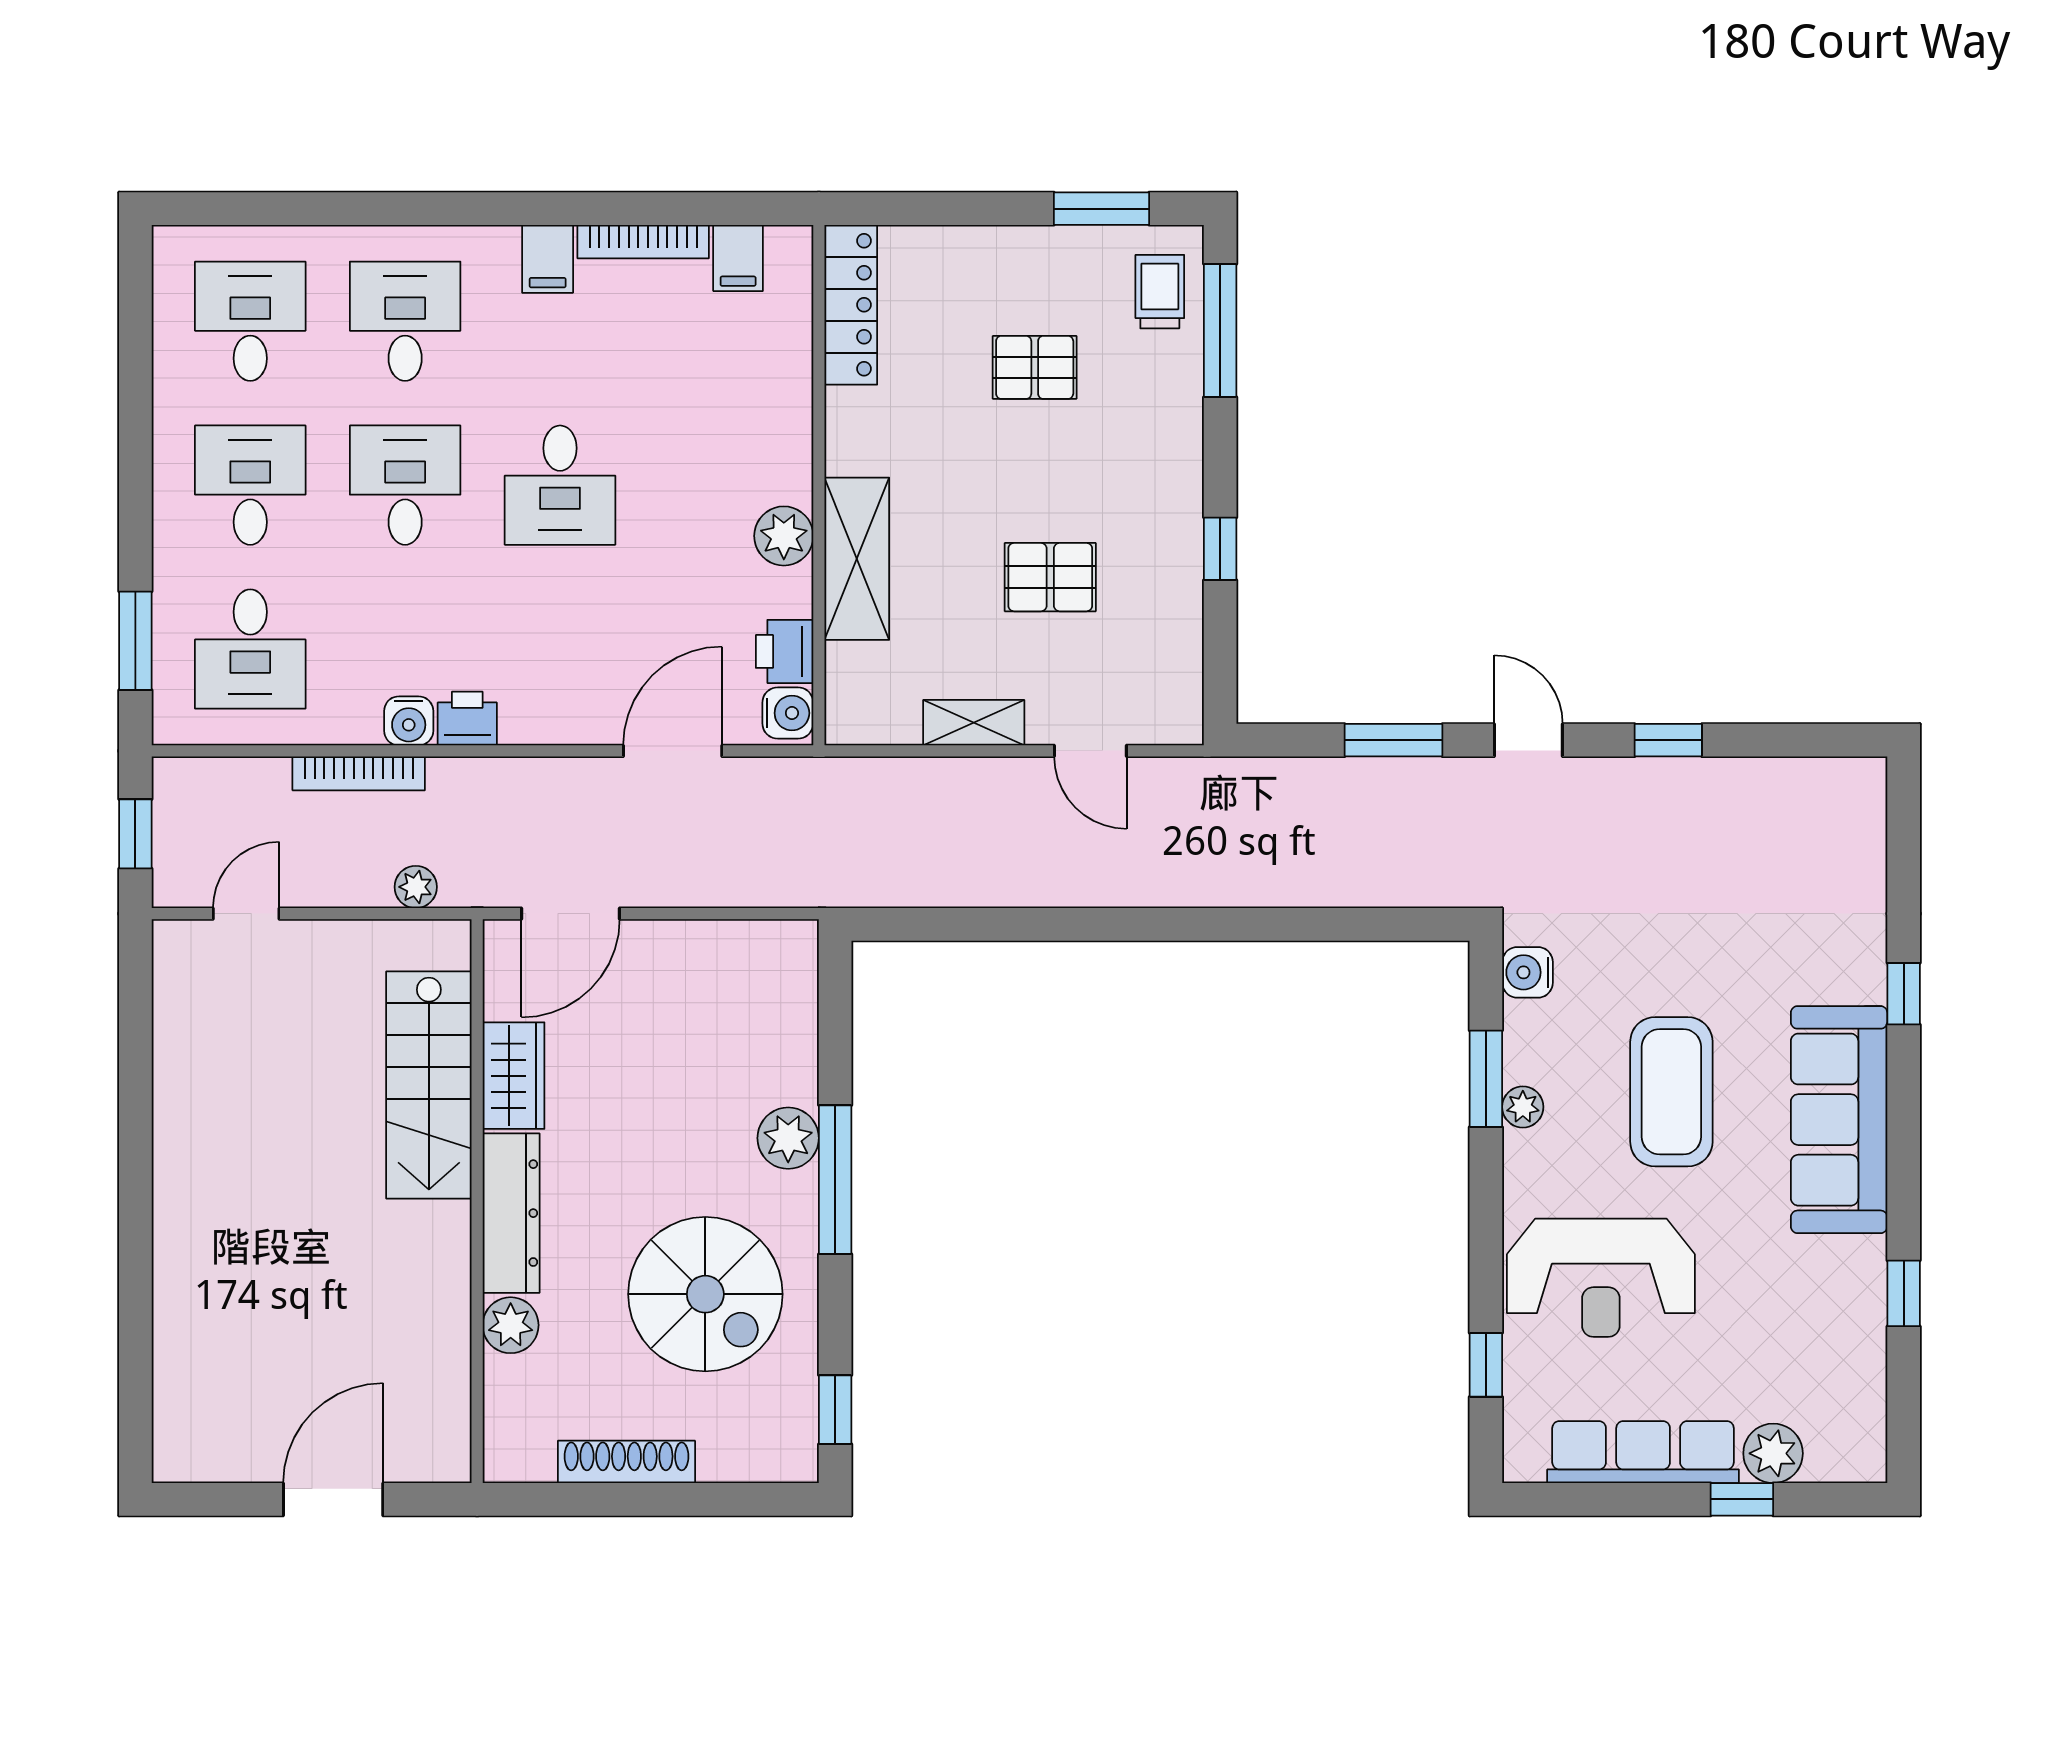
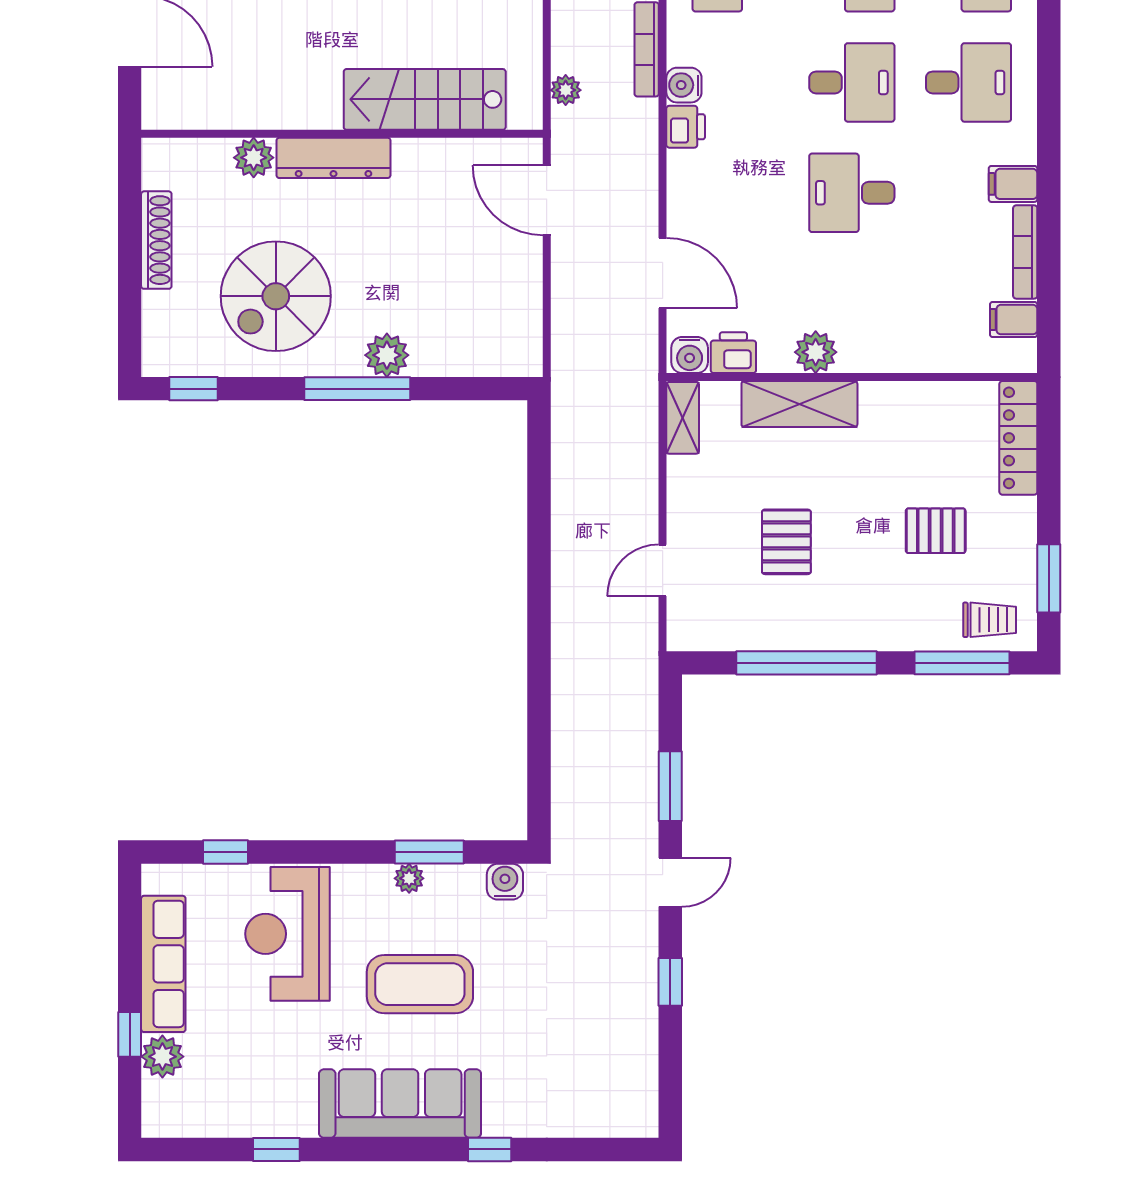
locker: (851, 305) -> (1018, 438), moved, turned 90
pallet: (1035, 367) -> (936, 531), turned 90
window: (1220, 549) -> (807, 663), width x3.17
shelving: (974, 723) -> (683, 418), moved
wardrobe: (514, 1076) -> (431, 160), removed

